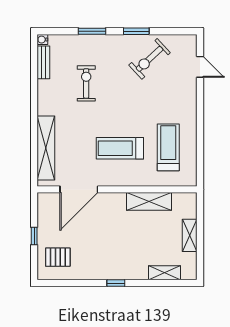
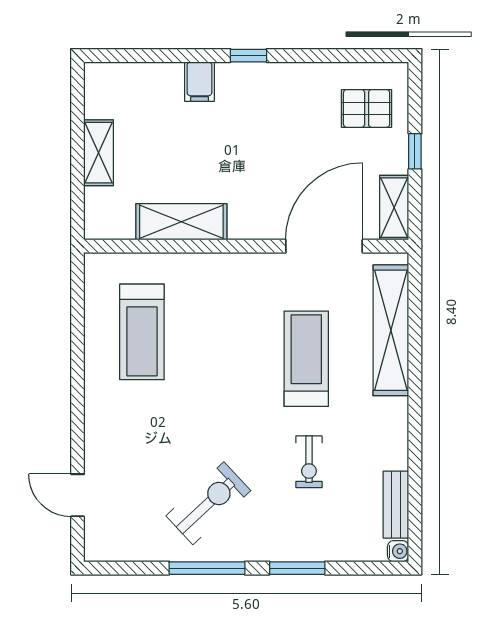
window: (136, 31) -> (207, 568), width x1.44
exercise bike: (150, 59) -> (208, 503), moved
exercise bike: (86, 83) -> (309, 462), width x0.73, depth x0.72
treadmill: (120, 148) -> (306, 359), moved, turned -90
filing cabinet: (140, 270) -> (199, 82), added
shelving: (164, 273) -> (394, 208), moved, turned 90

